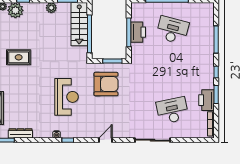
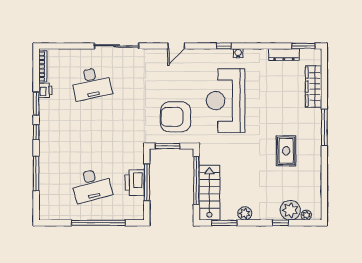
desk: (172, 30) -> (91, 185), turned -30
rug: (19, 57) -> (286, 151), turned 90
reception desk: (66, 97) -> (226, 101), width x1.36, depth x1.30
printer: (206, 100) -> (45, 90), width x0.53, depth x0.68

